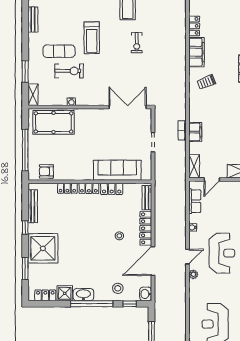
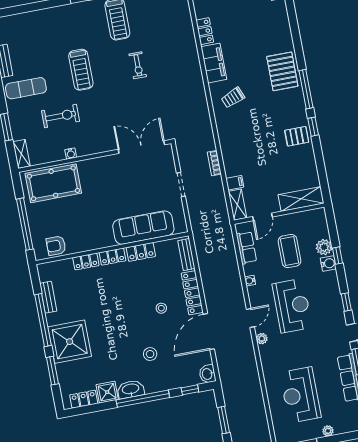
exercise mat: (59, 51) -> (26, 88), moved
filing cabinet: (195, 132) -> (235, 183), moved, width x0.50
bench: (33, 206) -> (48, 297), width x0.73
coffee table: (228, 210) -> (290, 251), added
window: (25, 228) -> (43, 320), width x3.17
stool: (118, 288) -> (150, 354), moved

